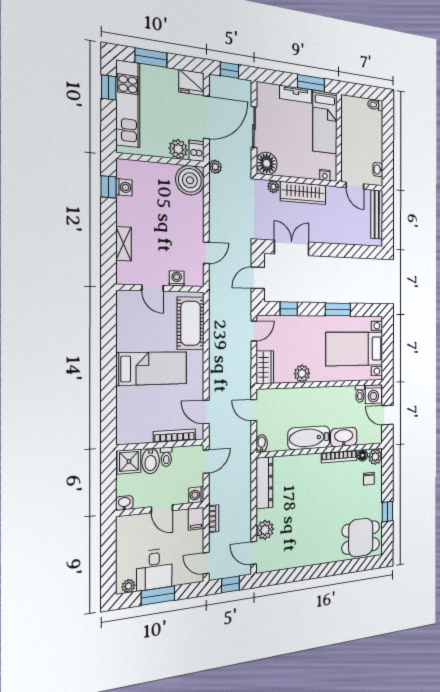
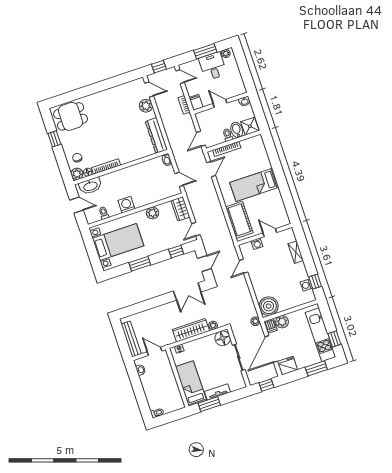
washing machine: (373, 394) -> (126, 205), moved
door: (206, 412) -> (211, 169), hinge flipped
washbasin: (344, 437) -> (90, 186), moved
bathtub: (309, 438) -> (133, 173), removed
washing machine: (196, 495) -> (201, 117), removed

